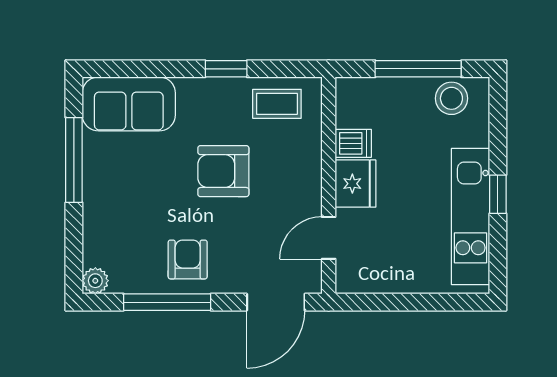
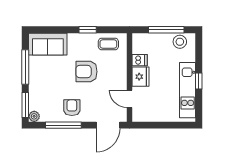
door: (329, 238) -> (130, 99), hinge flipped
window: (74, 253) -> (25, 105), added

